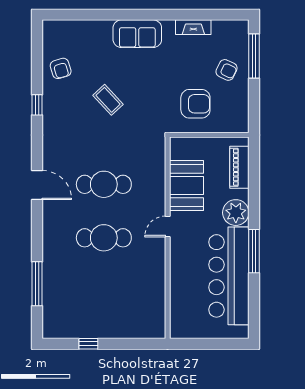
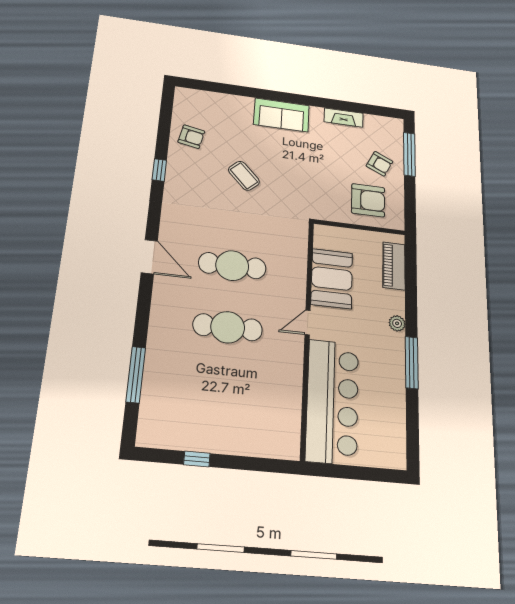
armchair: (61, 68) -> (191, 137), turned -62
armchair: (195, 104) -> (368, 200), moved
plant: (236, 213) -> (397, 323), width x0.53, depth x0.53
bar counter: (229, 276) -> (332, 401), moved, turned 180

